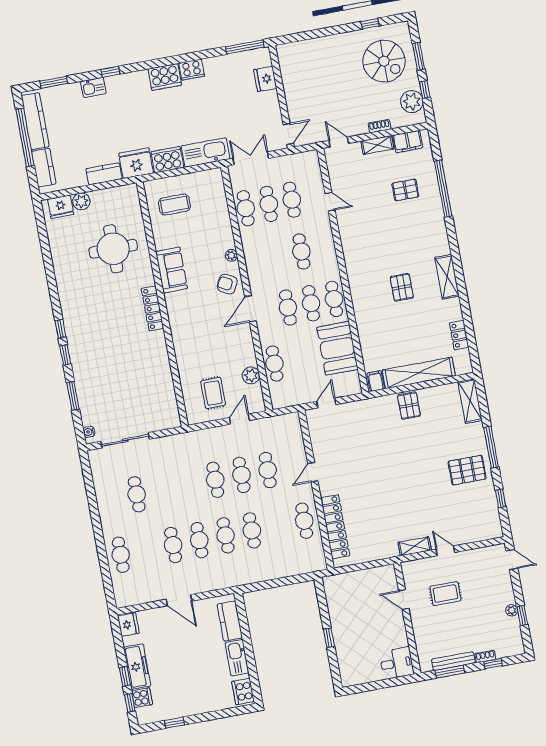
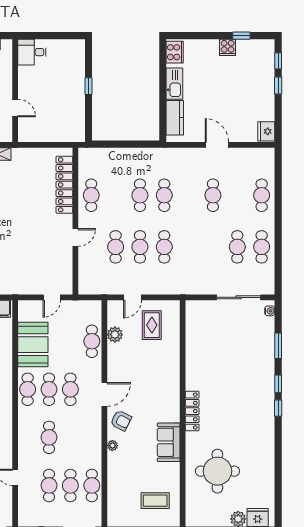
cafe table: (199, 540) -> (262, 247), moved
freezer: (137, 667) -> (265, 92), removed
cooker: (142, 698) -> (228, 47), moved, turned -90

